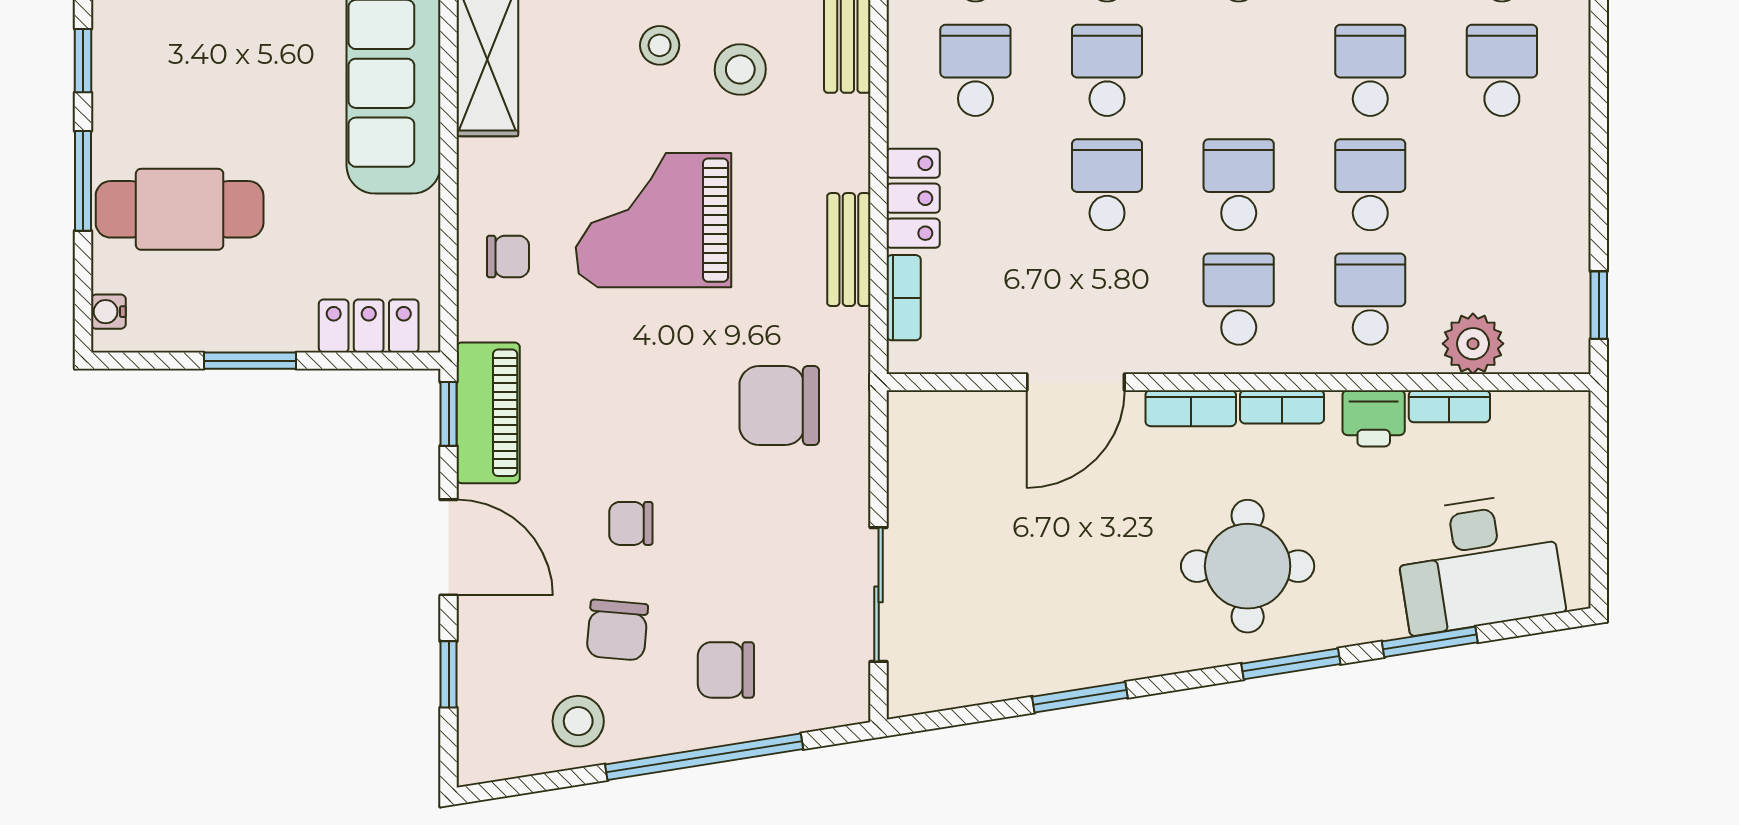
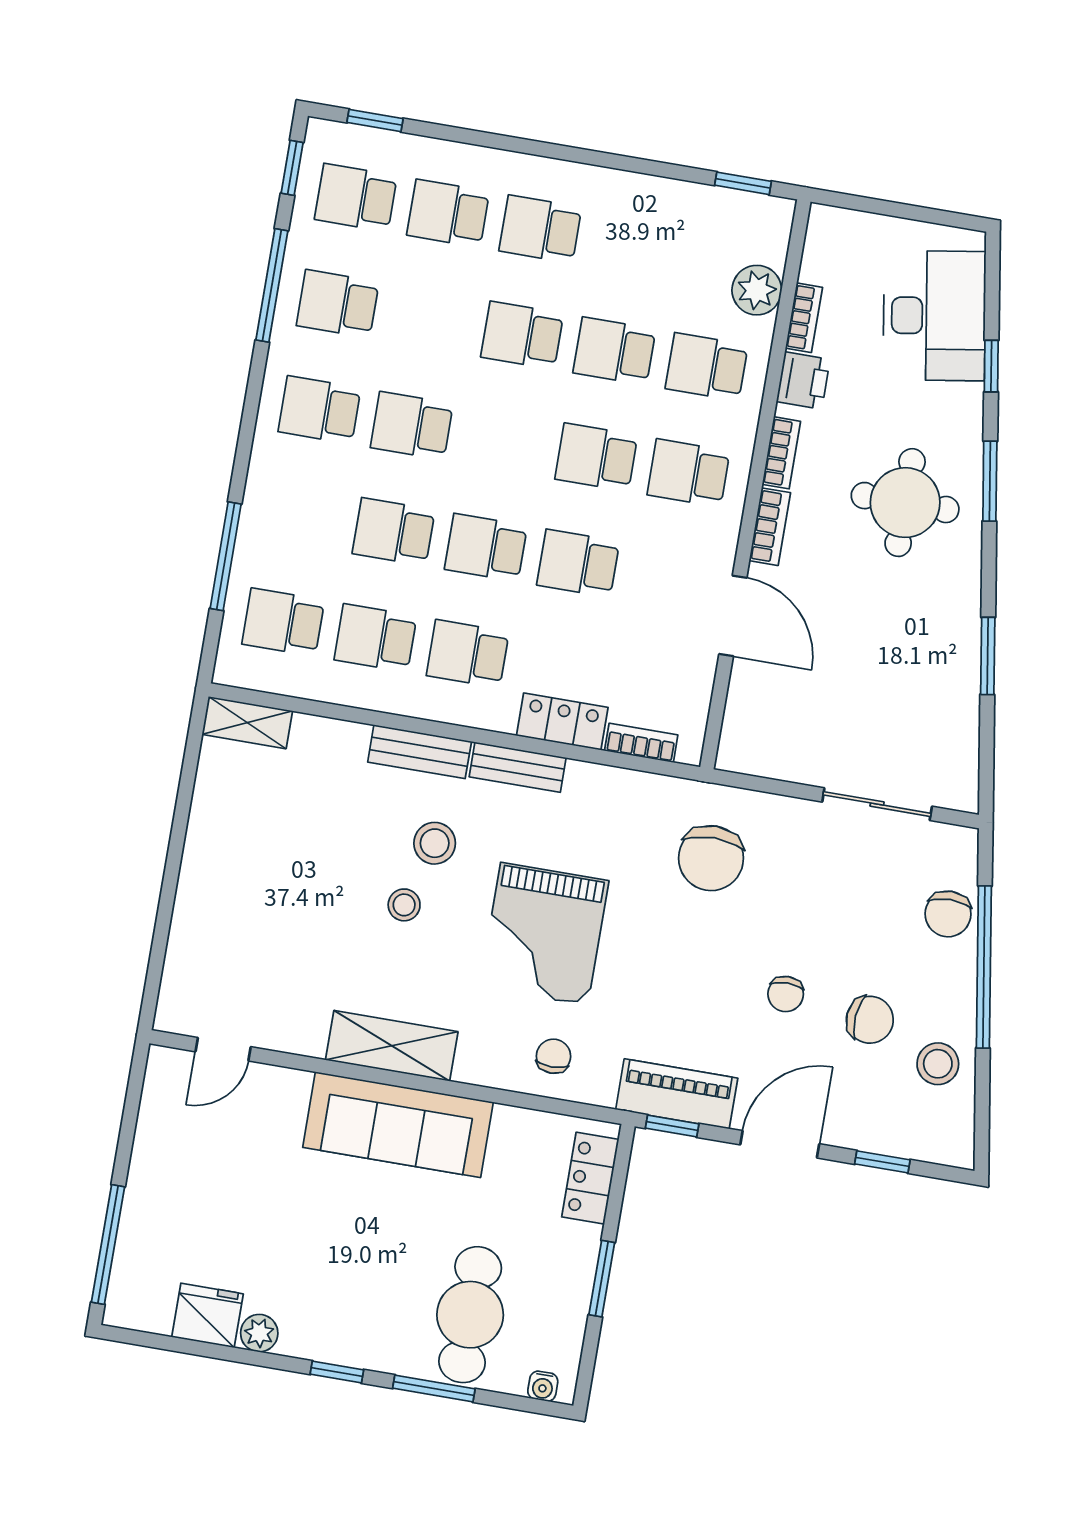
bench: (849, 250) -> (518, 767), moved
window: (1430, 642) -> (991, 366), width x0.67
chair: (726, 670) -> (948, 914), moved

